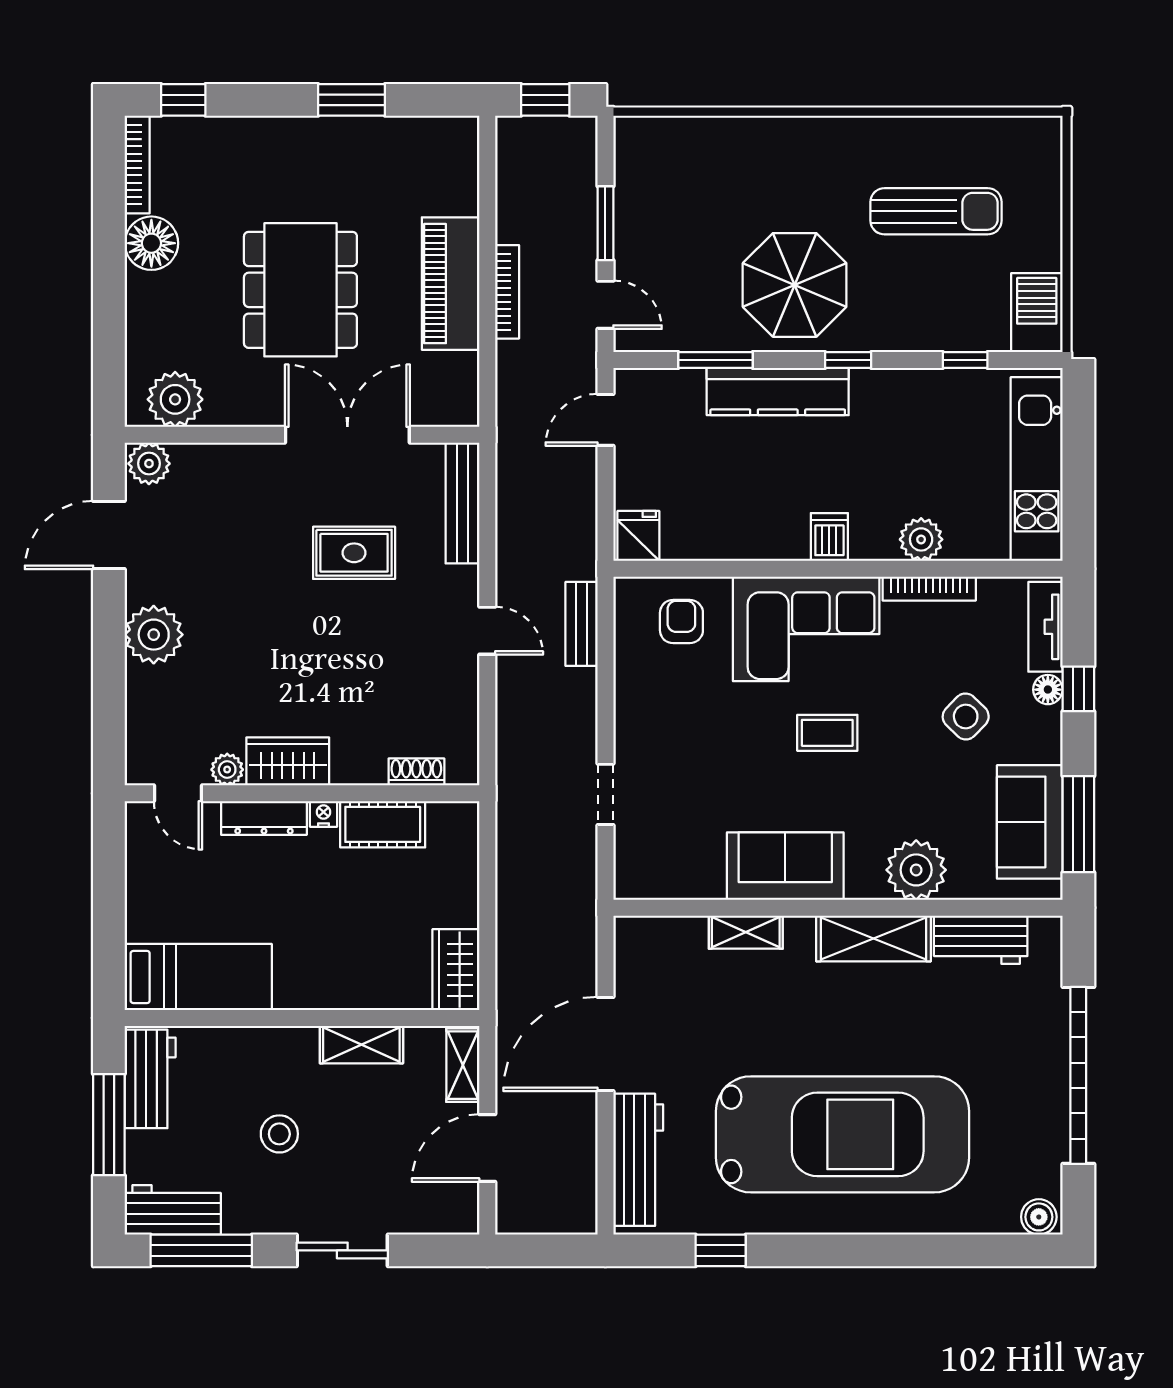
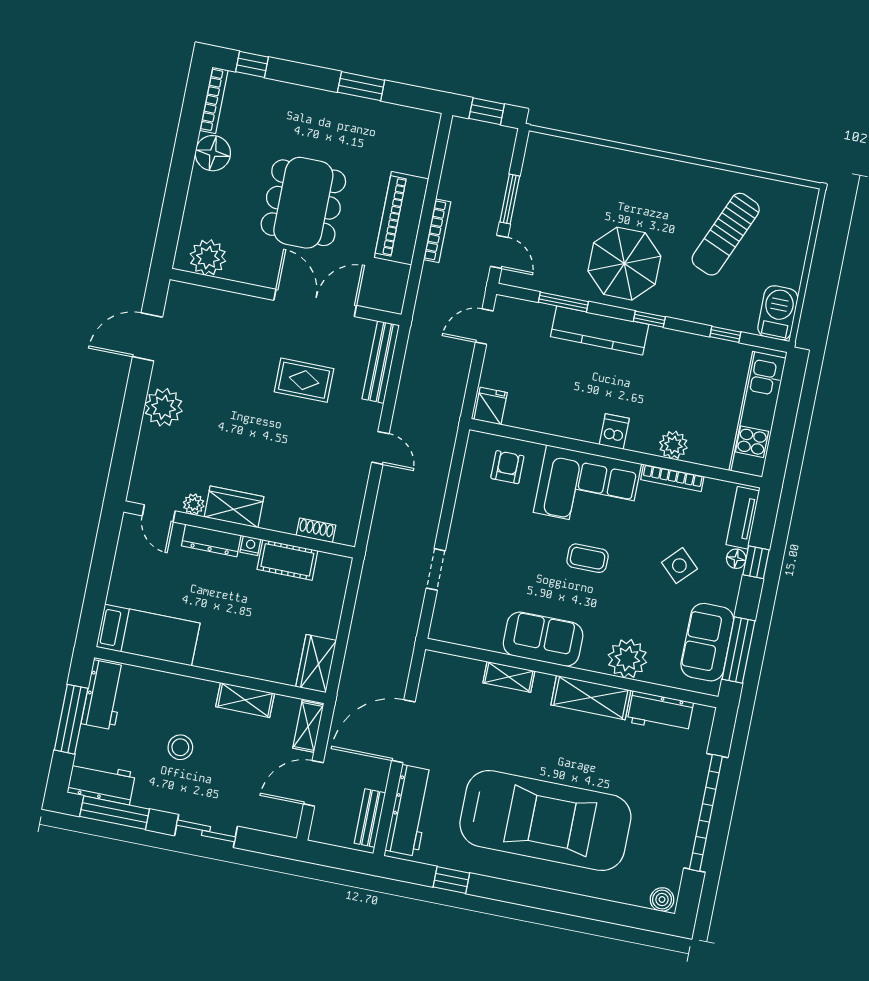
sun lounger: (936, 211) -> (726, 234), turned 113
plant: (149, 464) -> (183, 296), removed
bench: (582, 624) -> (370, 818), moved

